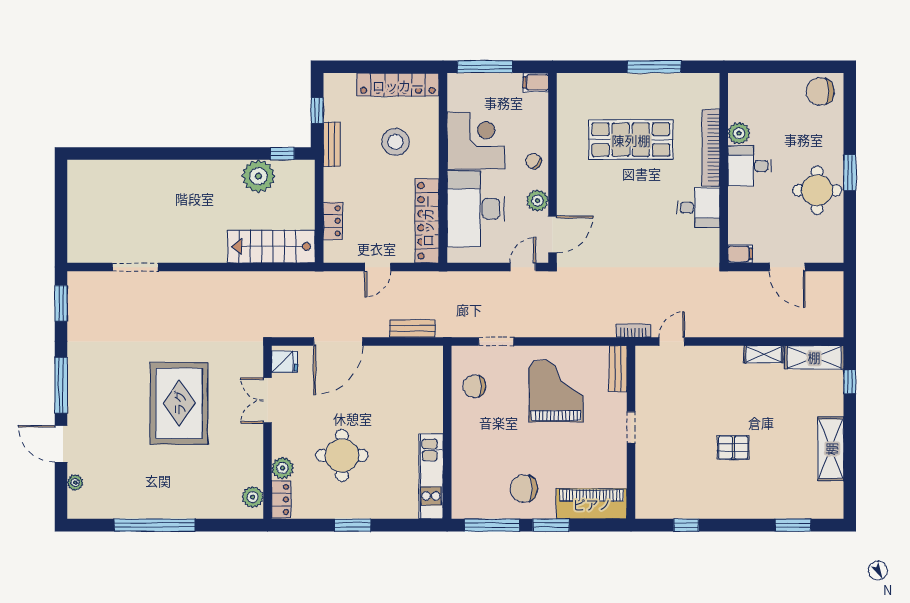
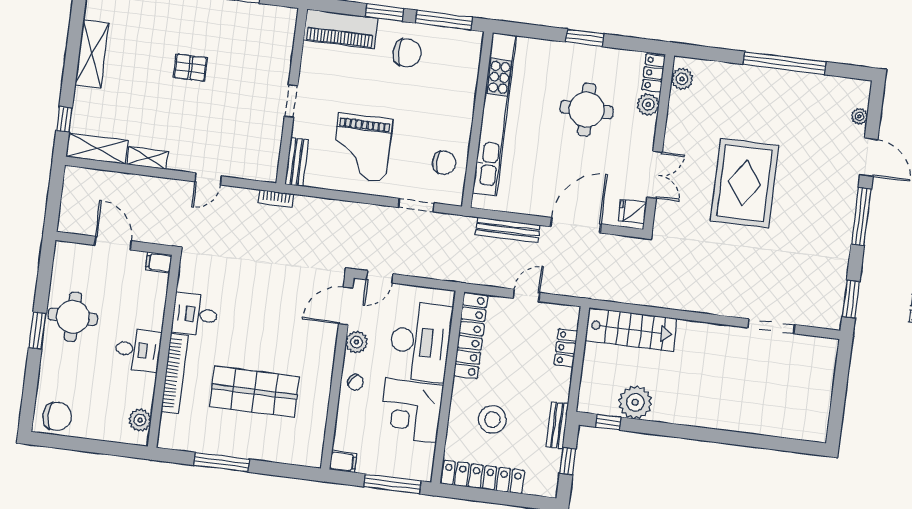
plant: (739, 133) -> (140, 420), moved
bench: (412, 329) -> (508, 230), width x1.36
door: (672, 341) -> (208, 179), moved
kitchen unit: (431, 476) -> (495, 114), width x1.86

